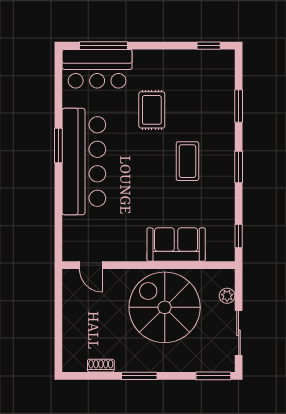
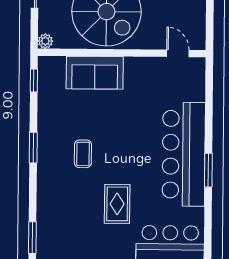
window: (239, 106) -> (32, 238), moved
coffee table: (187, 161) -> (83, 154), width x0.73, depth x0.77
plant: (227, 296) -> (45, 41), moved

